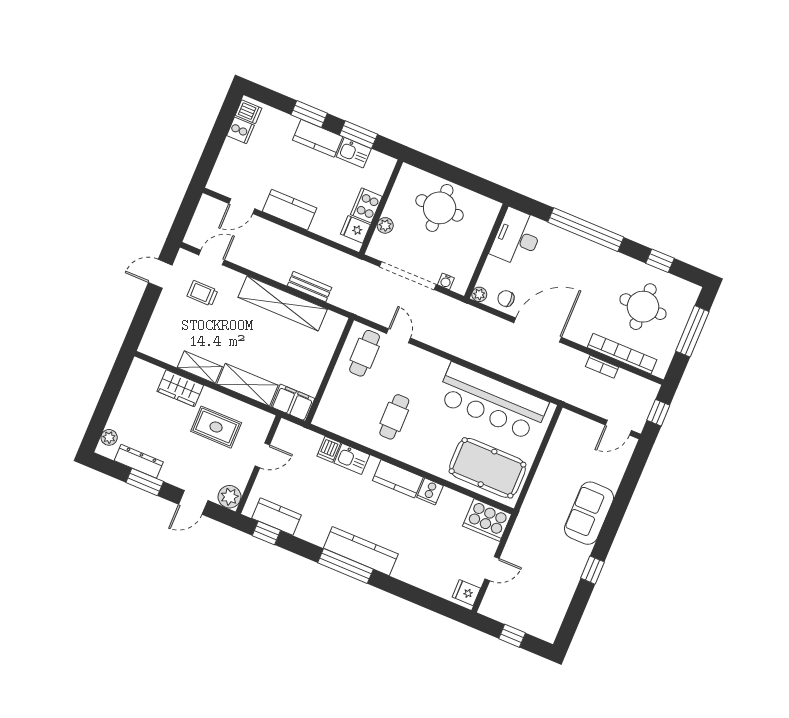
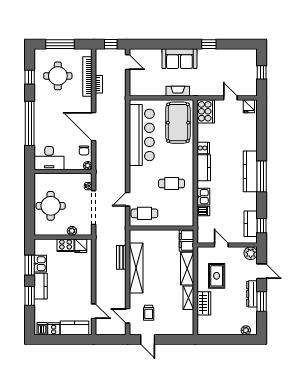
kitchen counter: (290, 210) -> (75, 328), moved, turned 90
dresser: (139, 461) -> (252, 294), moved
fireplace: (538, 489) -> (178, 91), added

